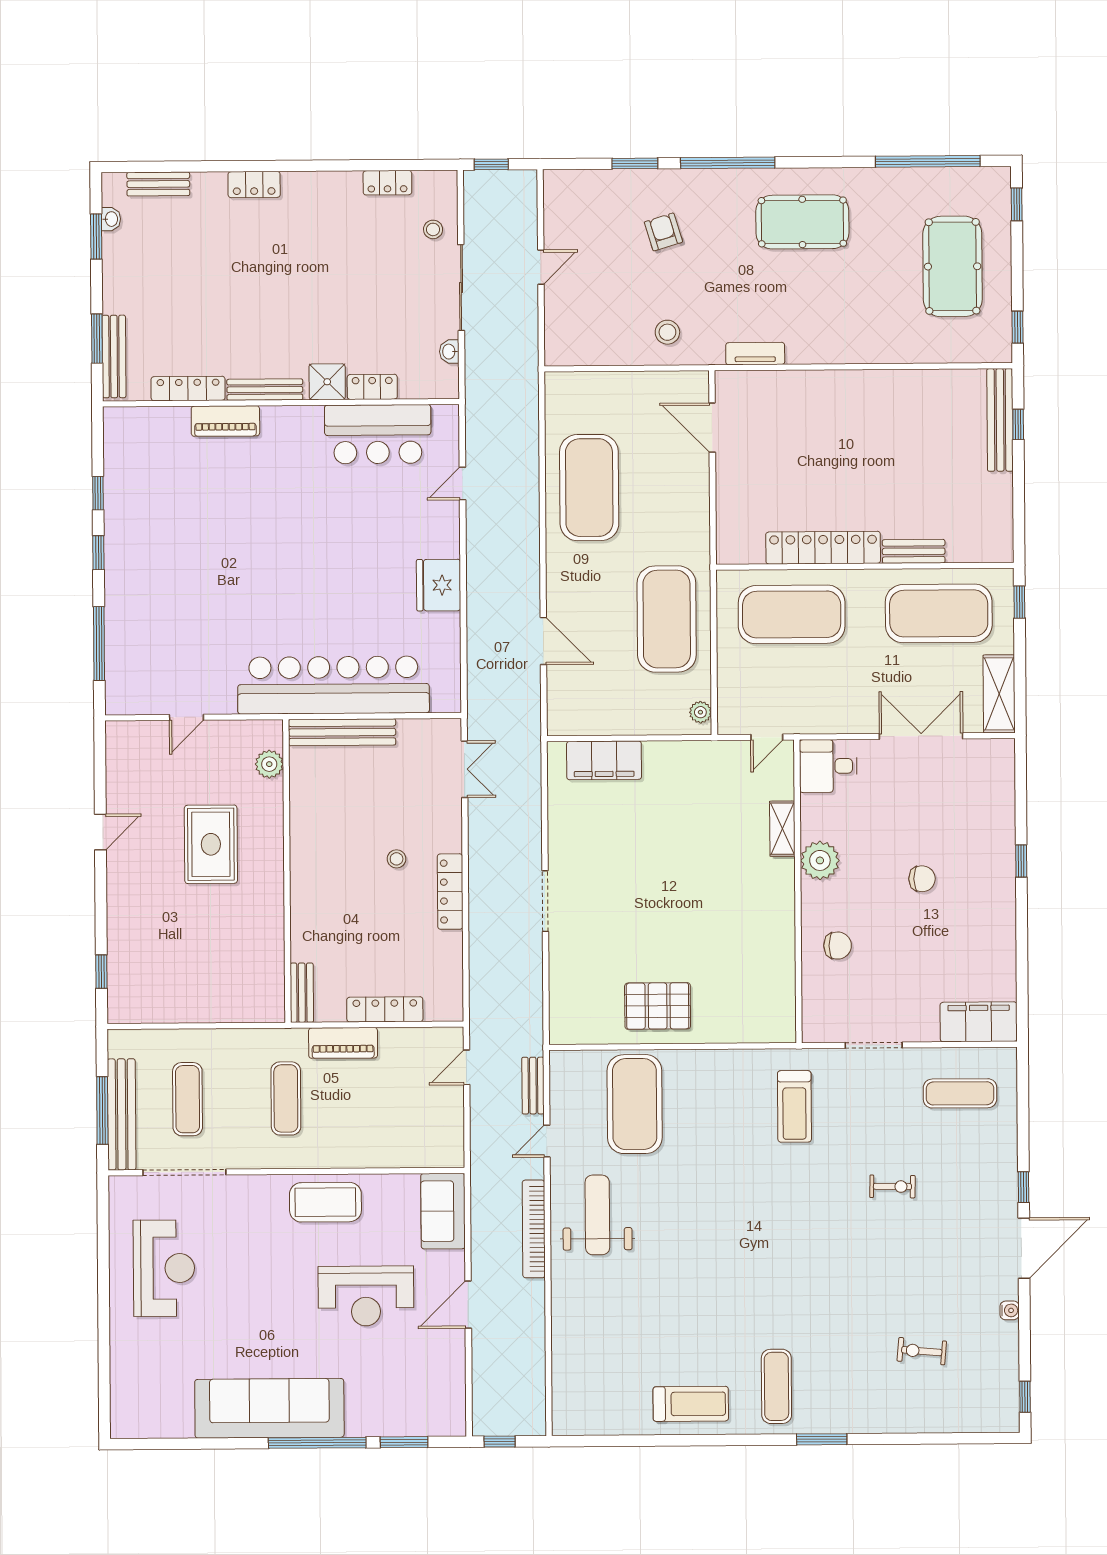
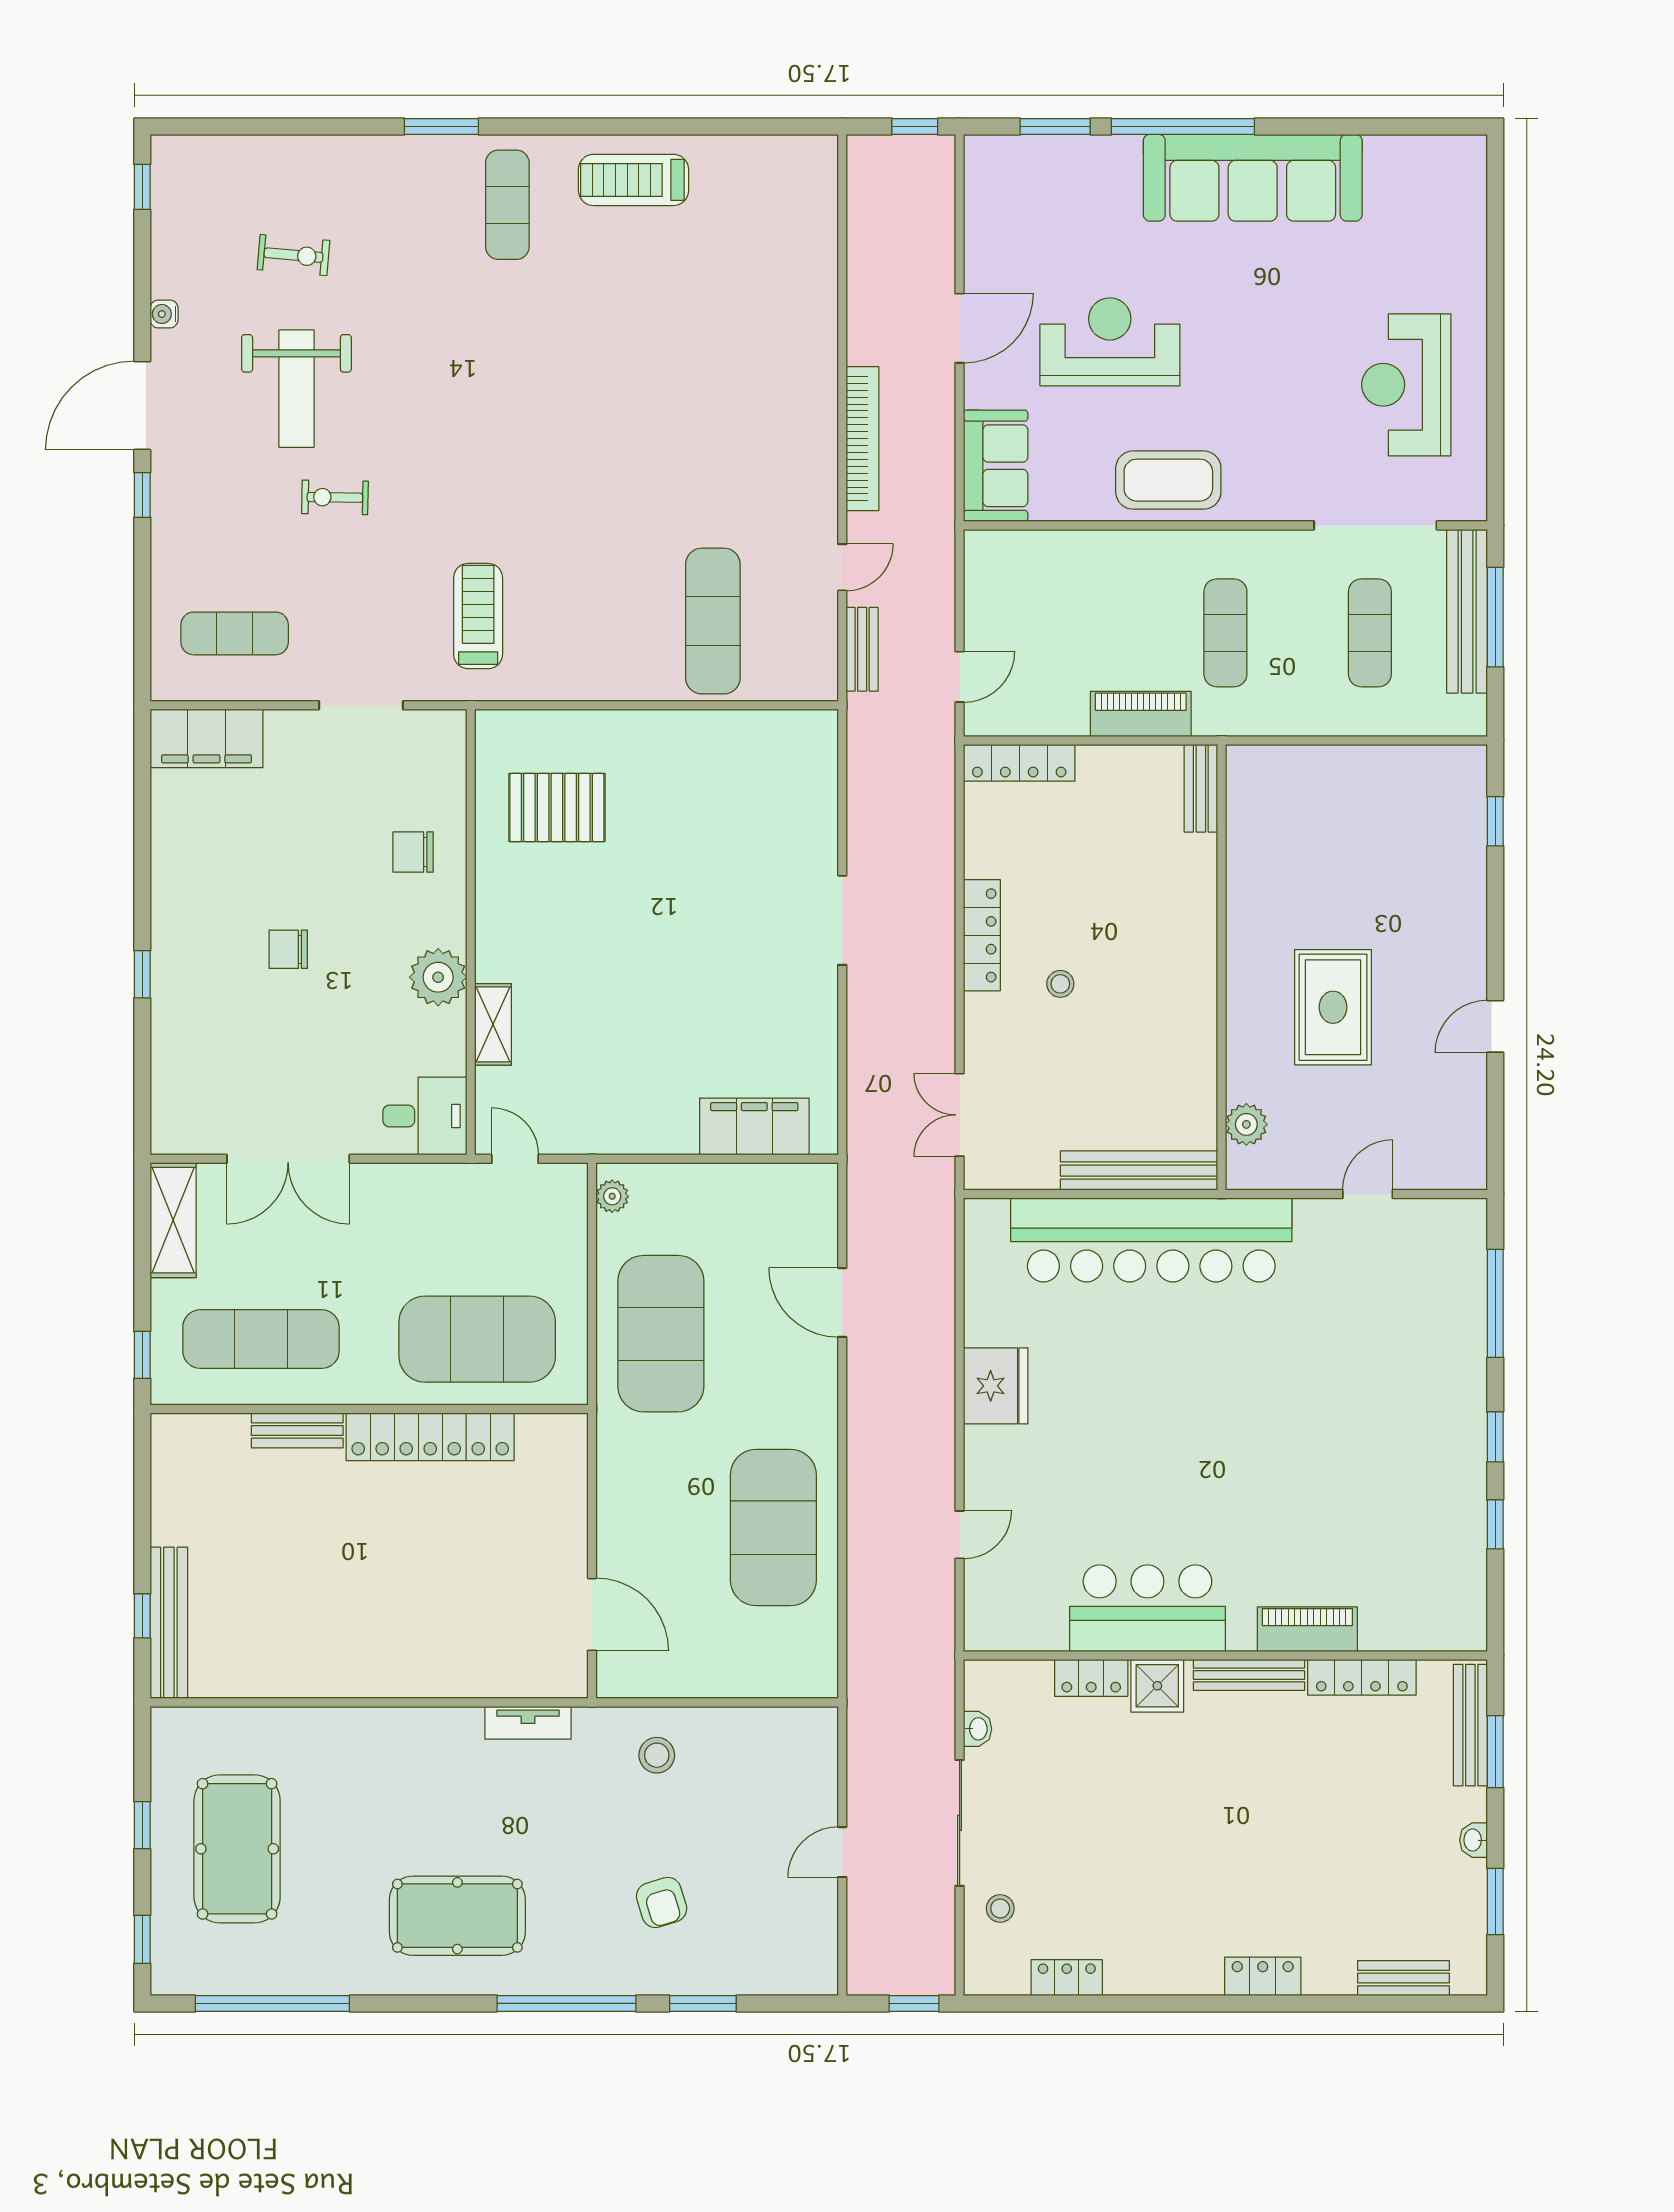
washbasin: (111, 219) -> (1473, 1840), moved
window: (1017, 327) -> (142, 1825), moved
bar counter: (378, 434) -> (1147, 1608), moved
exercise mat: (939, 613) -> (261, 1339), width x0.68
door: (767, 737) -> (515, 1159), hinge flipped
pallet: (658, 1006) -> (557, 808), moved
locker: (385, 1009) -> (1019, 763), moved
exercise mat: (635, 1104) -> (713, 621), width x0.68
weight bench: (597, 1215) -> (296, 389), moved

